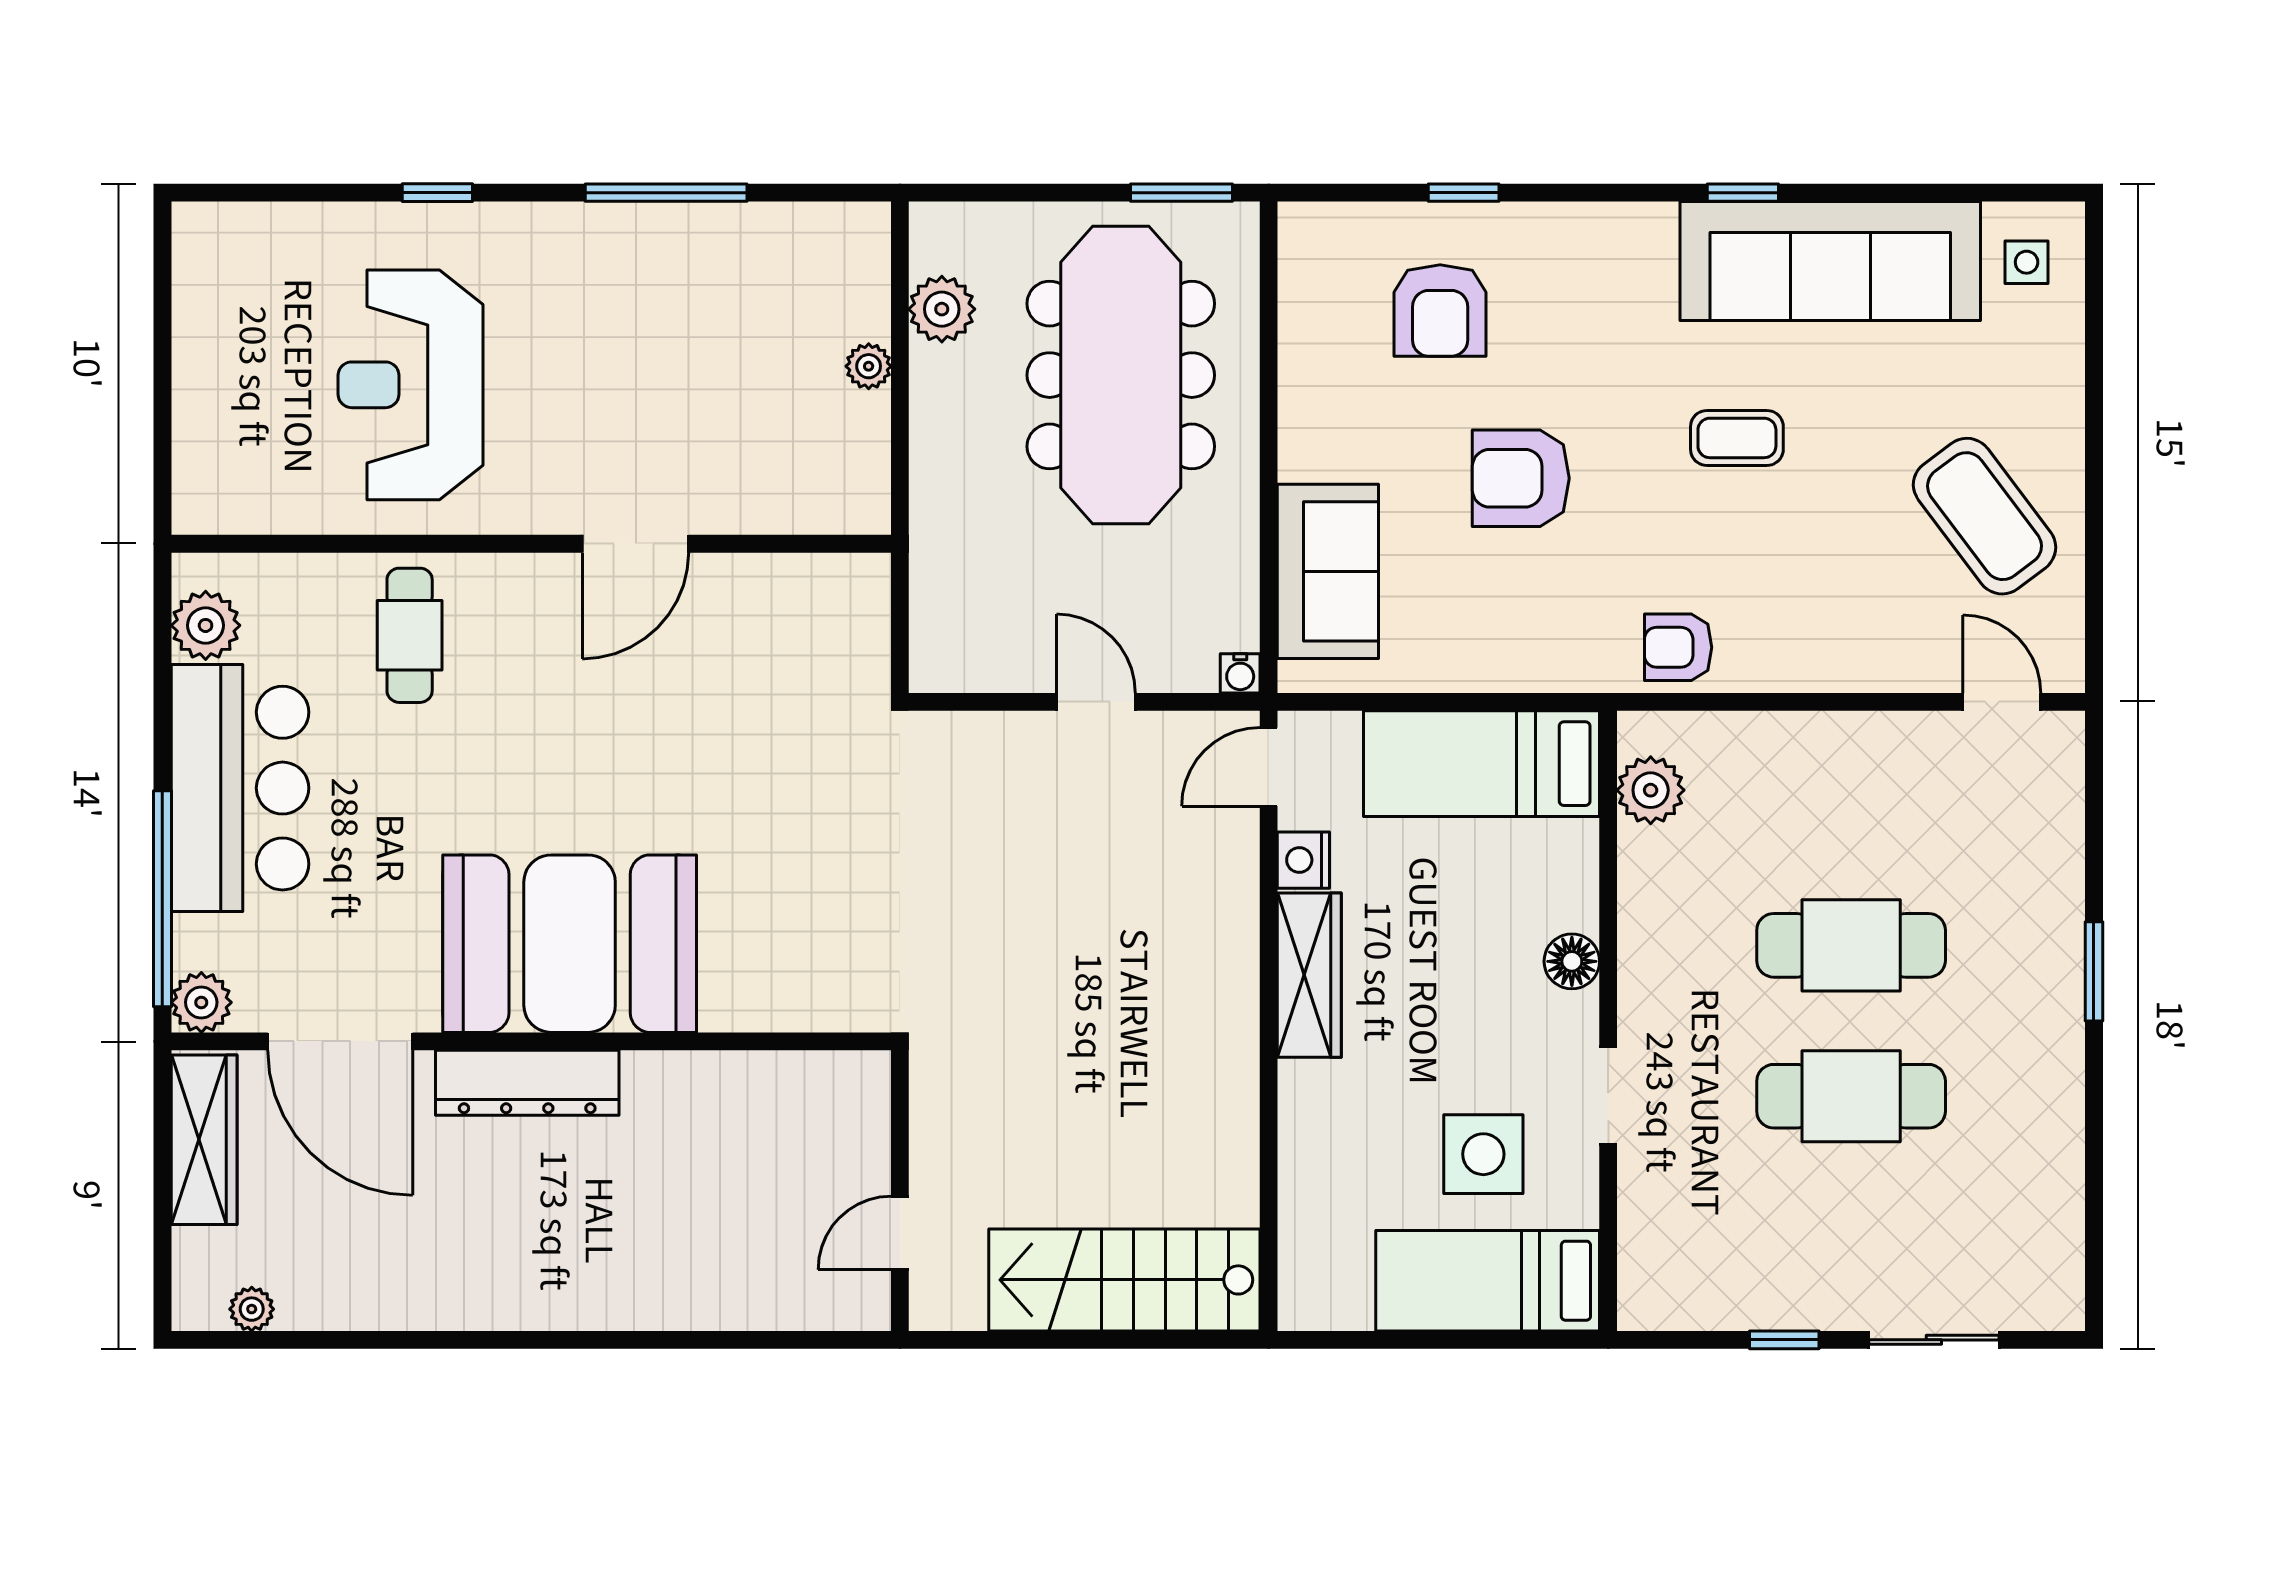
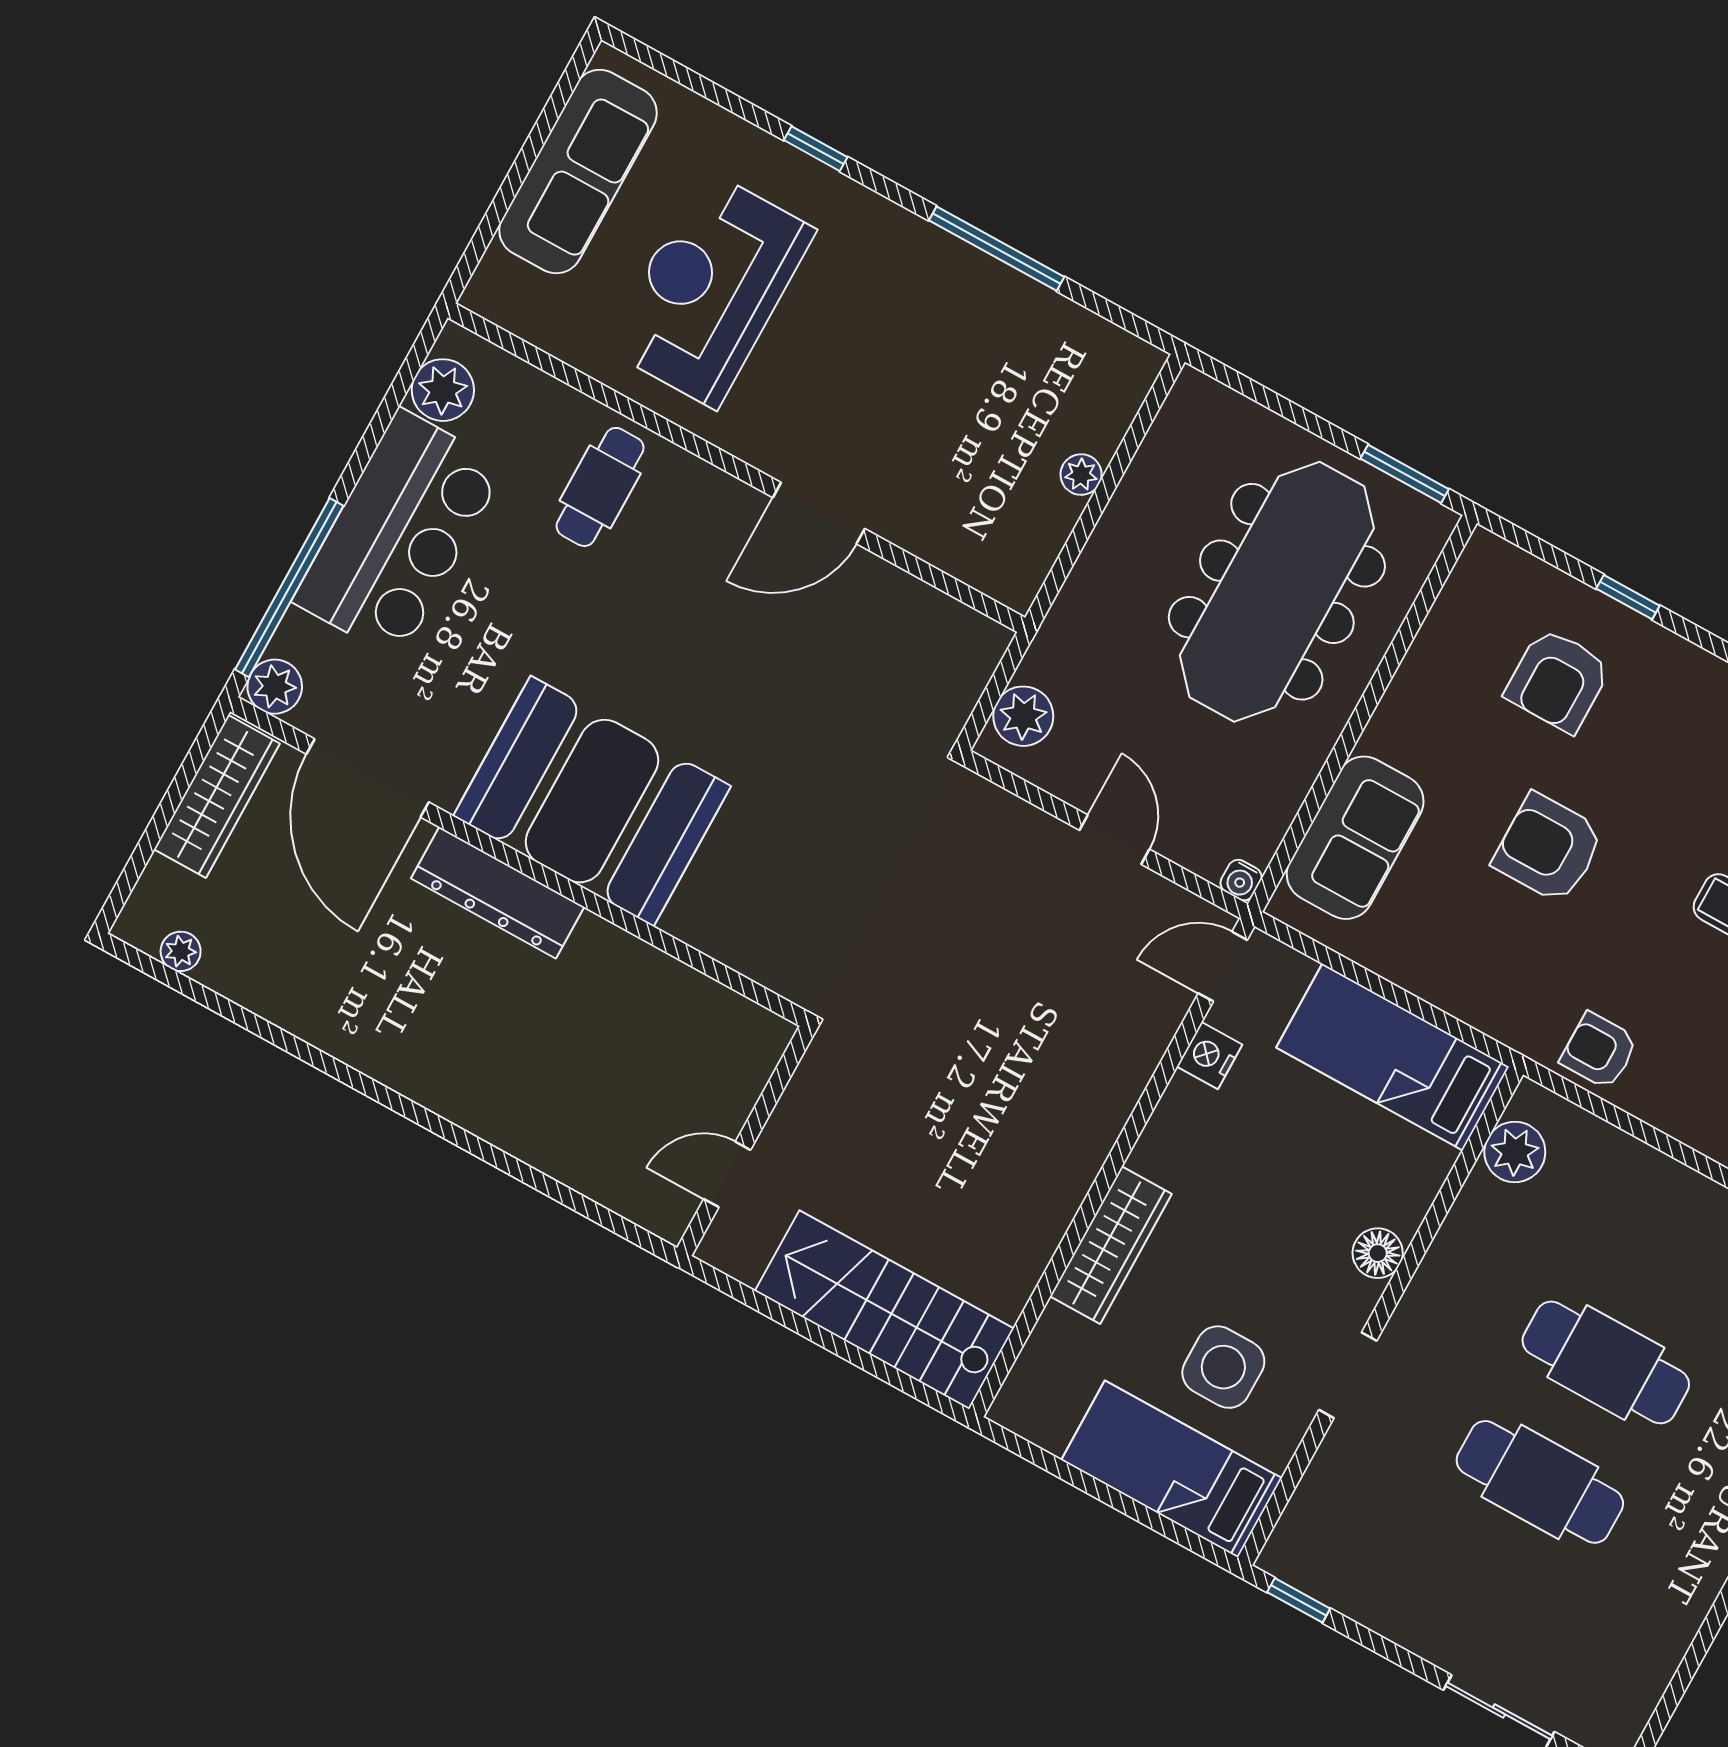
plant: (942, 309) -> (1023, 716), moved
sofa: (220, 342) -> (578, 172), added
wardrobe: (1309, 975) -> (1111, 1245), moved
window: (1784, 1340) -> (1299, 1600), moved

